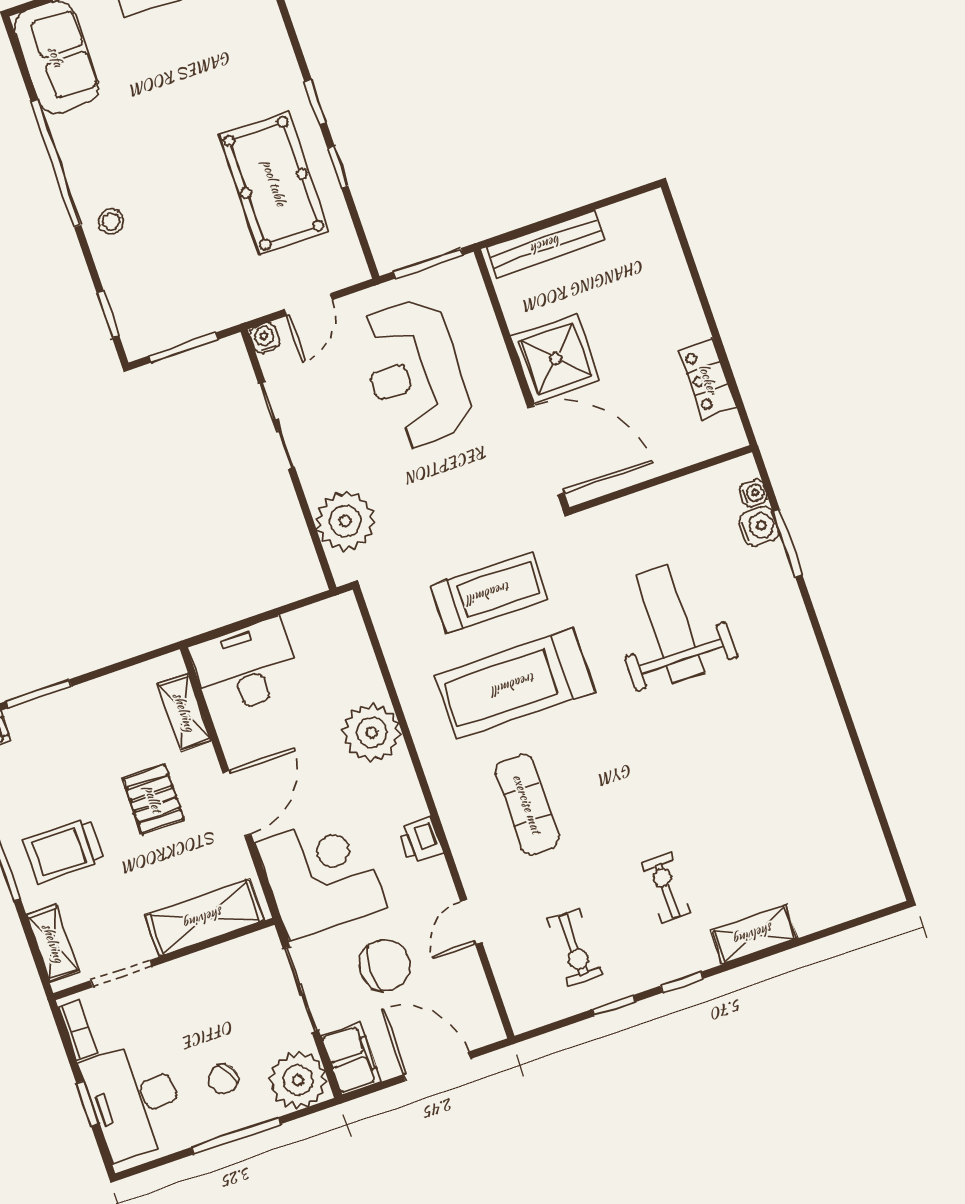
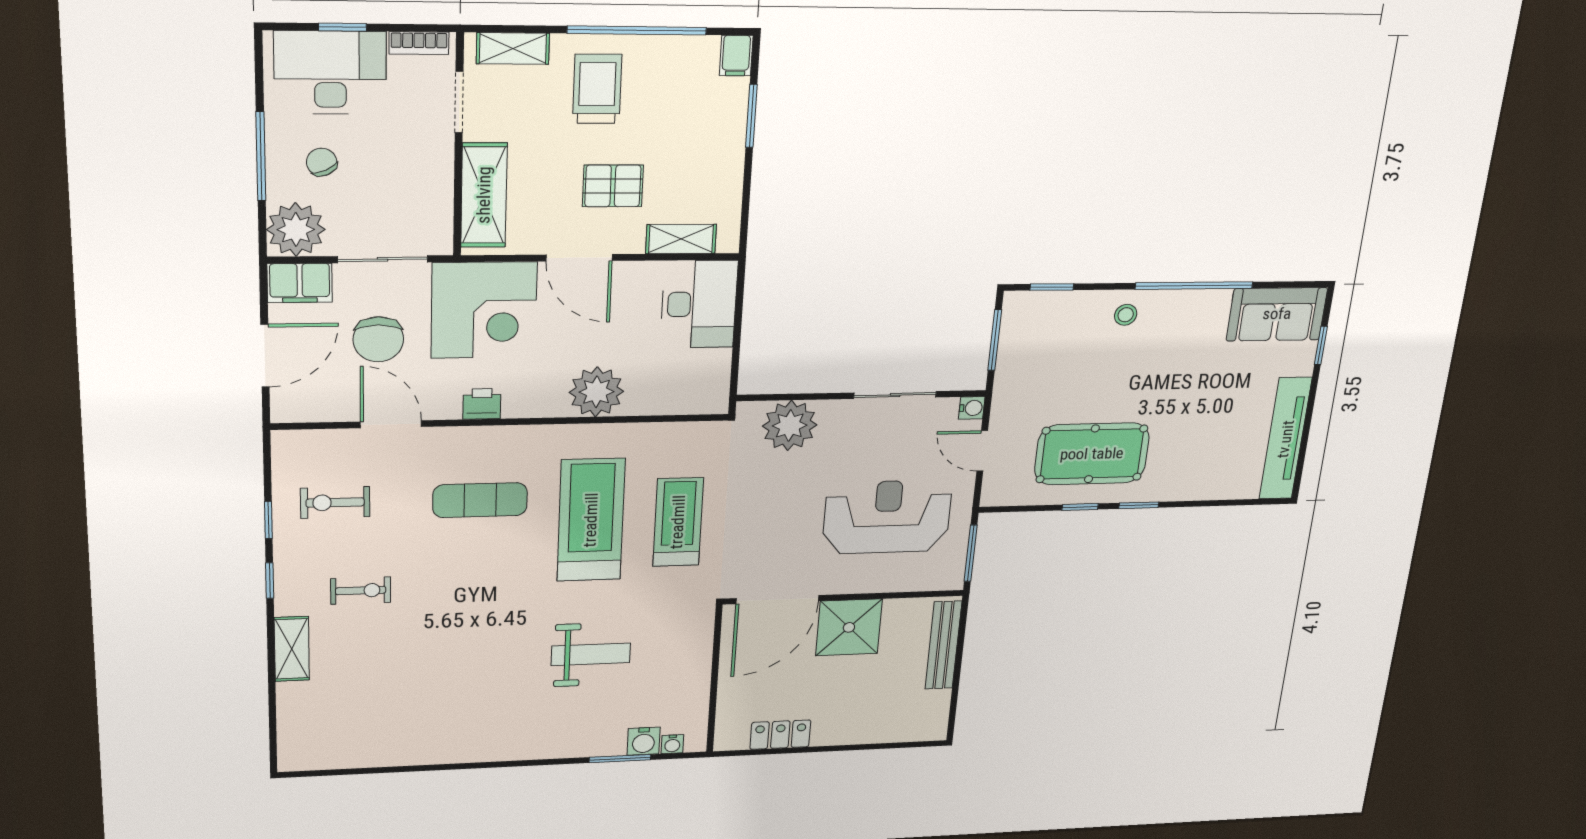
treadmill: (489, 593) -> (678, 522), turned 180
weight bench: (670, 624) -> (591, 654), width x0.73, depth x0.75
door: (471, 922) -> (391, 424), width x1.38

